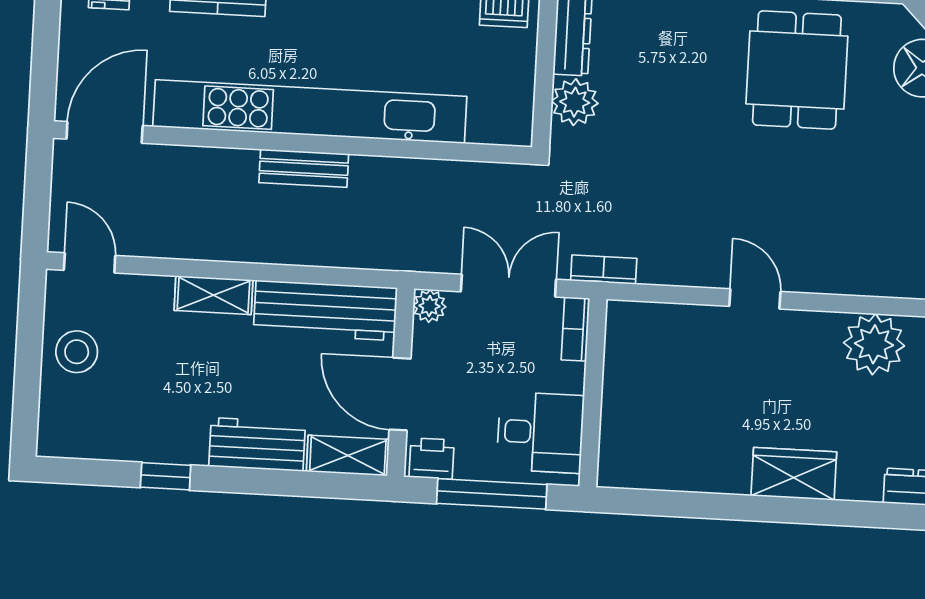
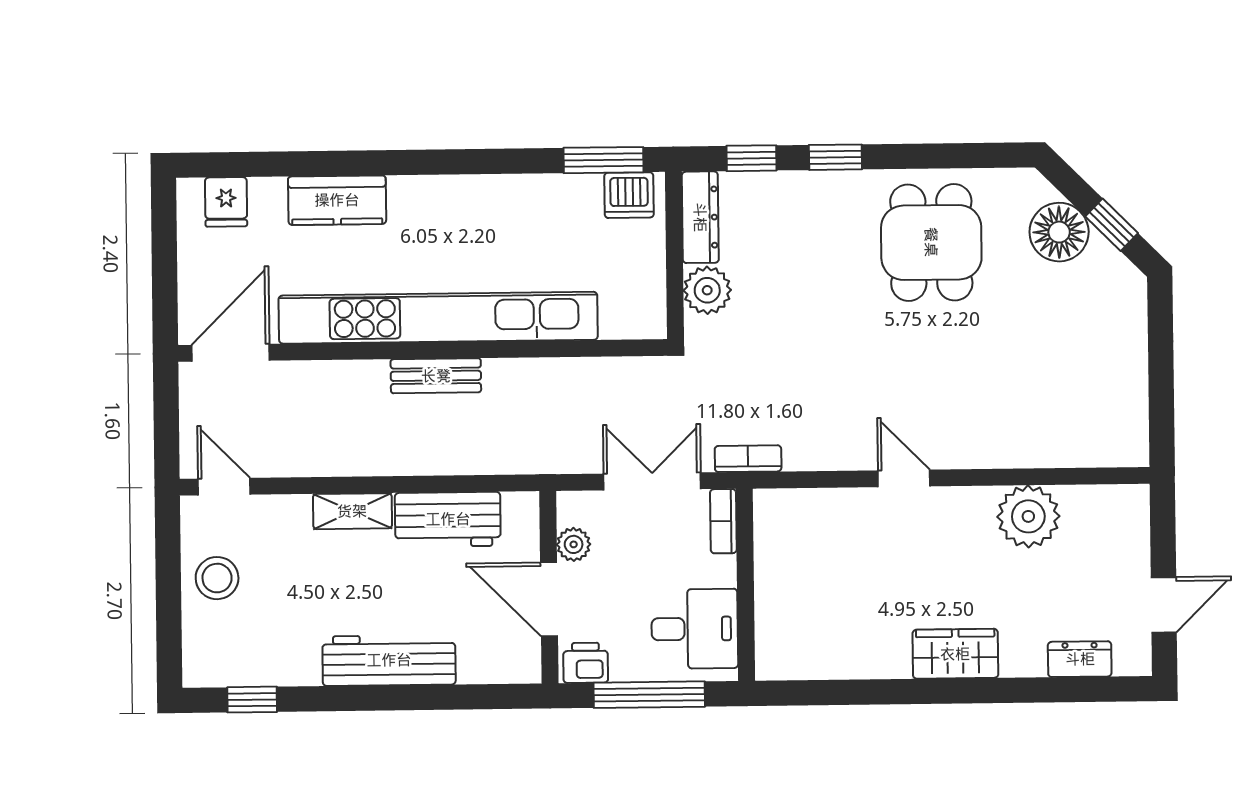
plant: (429, 306) -> (574, 544), moved
workbench: (325, 310) -> (448, 519), width x0.73
workbench: (257, 444) -> (389, 660), width x1.37
shelving: (348, 456) -> (500, 665), removed
window: (166, 476) -> (252, 700), moved

